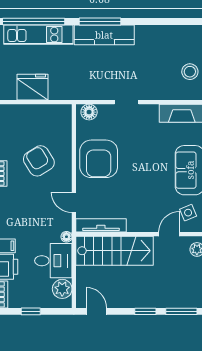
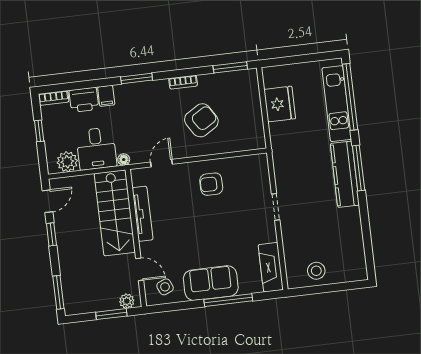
floor lamp: (89, 112) -> (260, 168), removed
armchair: (99, 159) -> (211, 184), width x0.53, depth x0.53
tv unit: (101, 225) -> (142, 214), moved
window: (145, 311) -> (51, 234), moved

